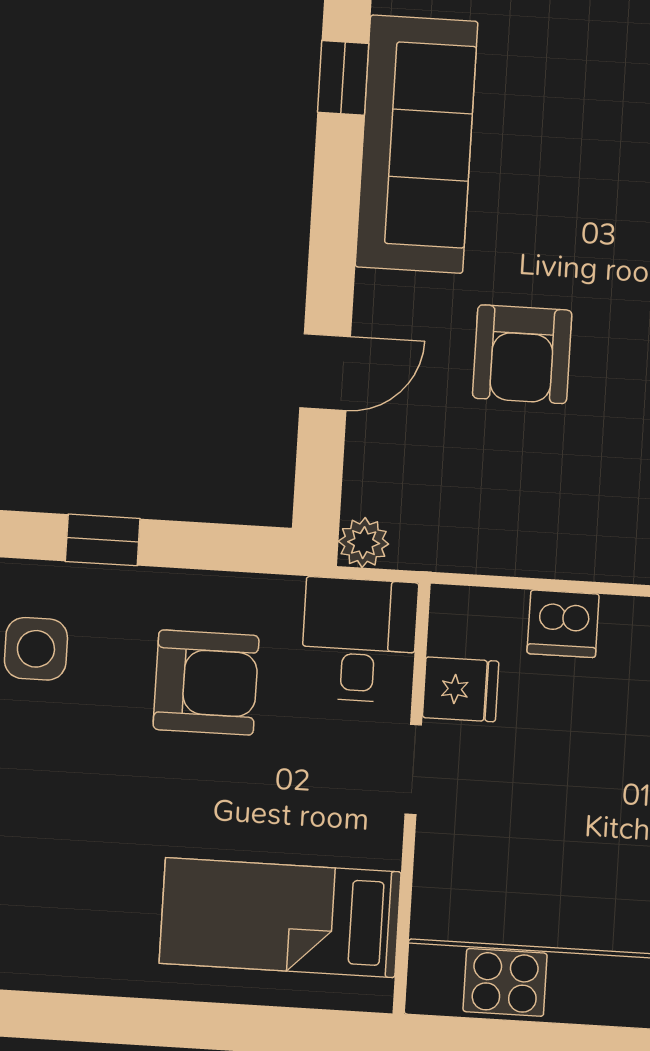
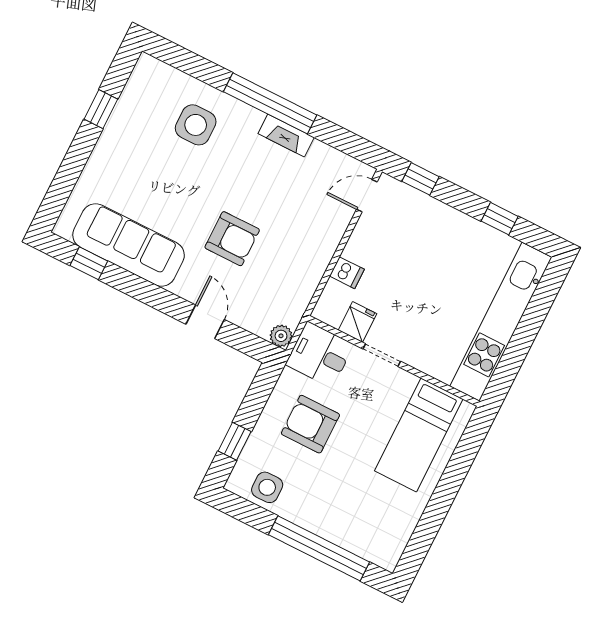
dishwasher: (563, 624) -> (347, 273), width x0.73
armchair: (206, 682) -> (310, 424), turned -90

